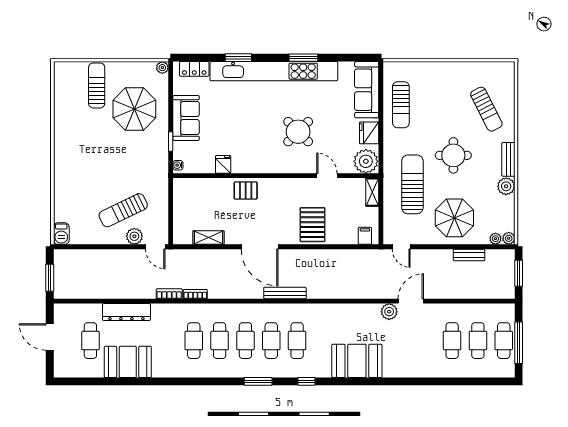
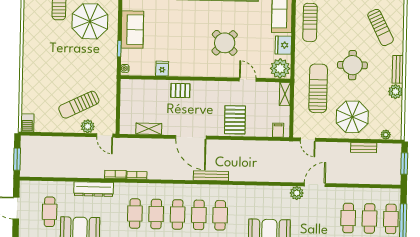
plant: (509, 238) -> (397, 135), removed
dresser: (126, 312) -> (94, 189), moved

